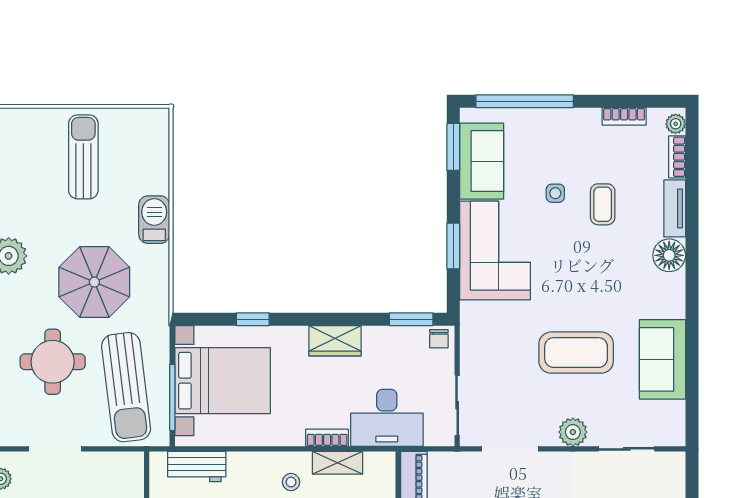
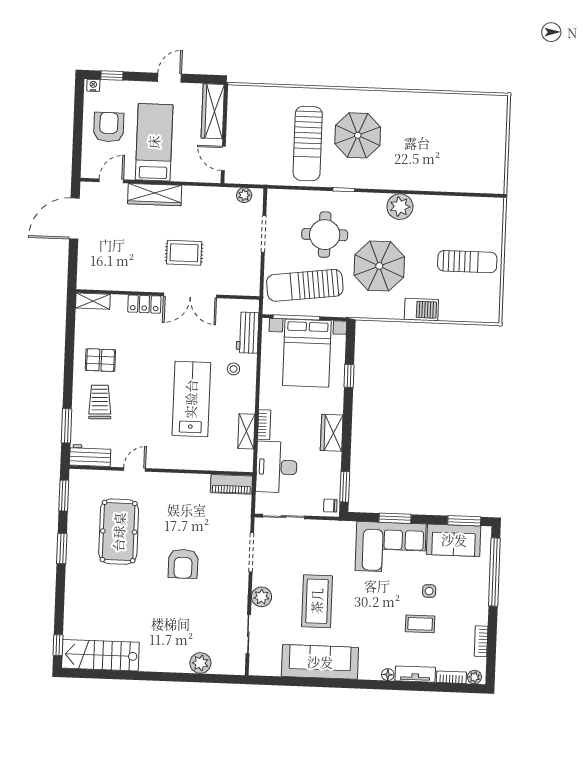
floor lamp: (669, 255) -> (388, 675), width x0.53, depth x0.53
sofa: (663, 359) -> (320, 662), width x1.36
stool: (291, 482) -> (233, 369), moved

